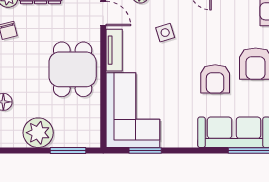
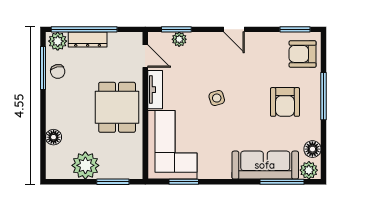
side table: (165, 33) -> (217, 98), moved
armchair: (215, 79) -> (248, 116), removed

